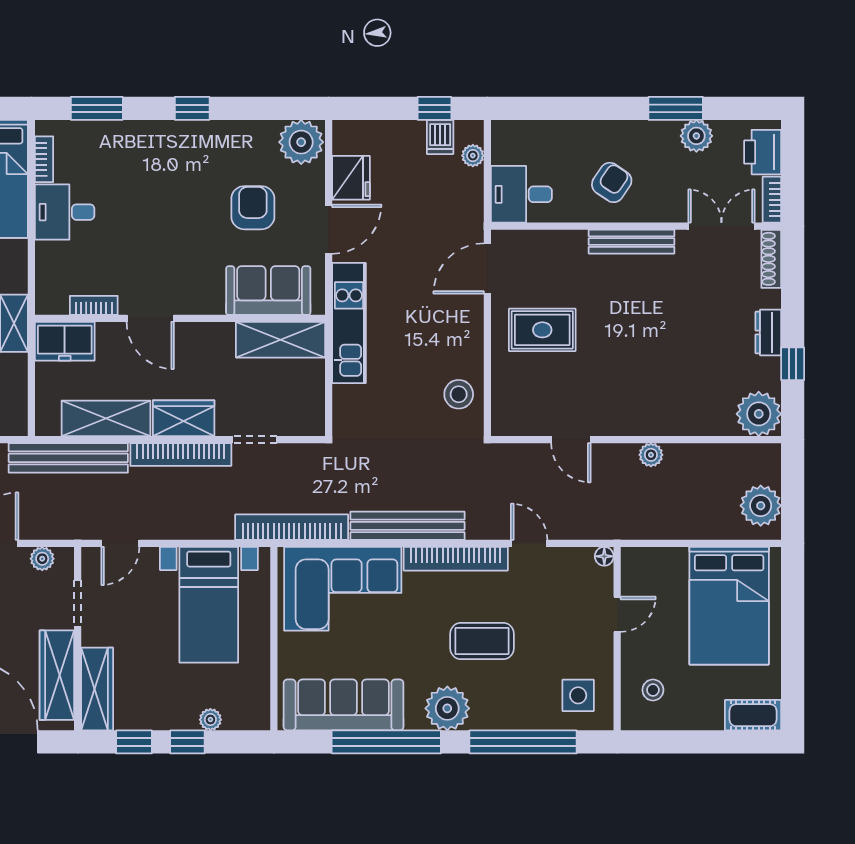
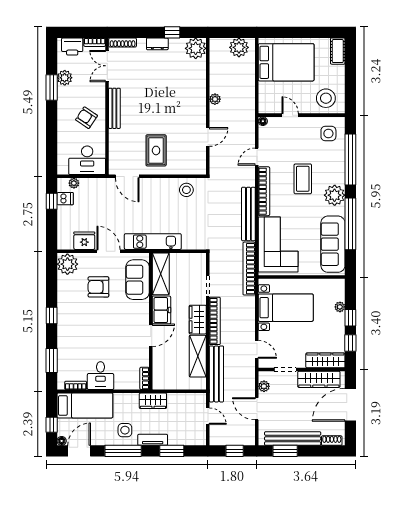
desk: (521, 194) -> (87, 160), width x1.37
bookcase: (94, 305) -> (144, 378), moved
freezer: (65, 341) -> (161, 310), moved
stool: (653, 690) -> (326, 98), width x1.89, depth x1.89

